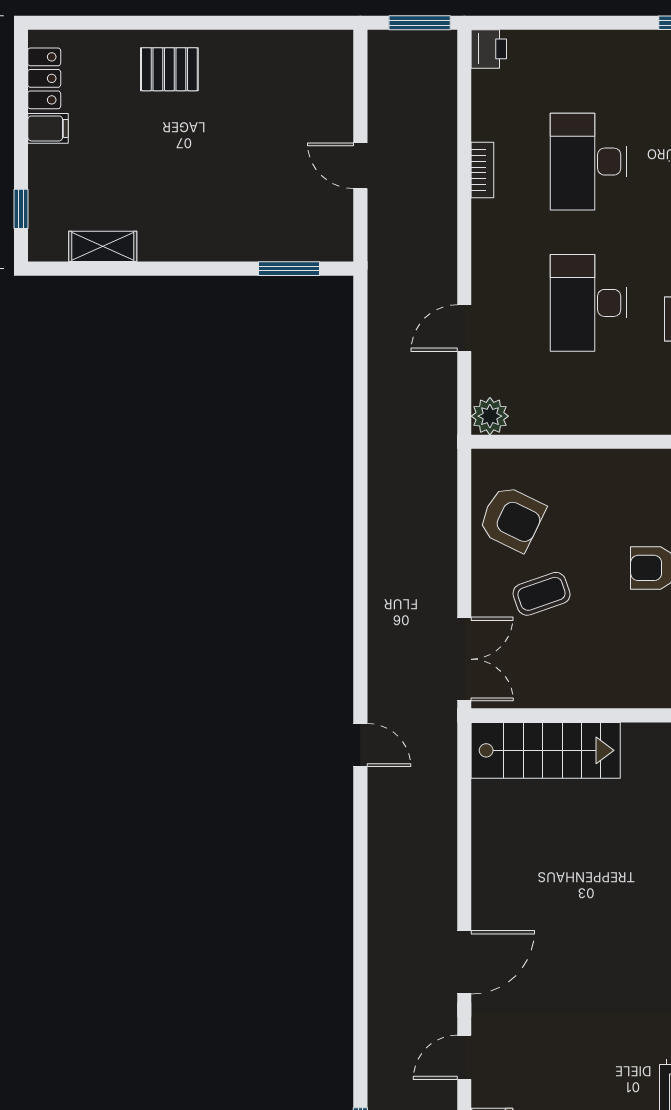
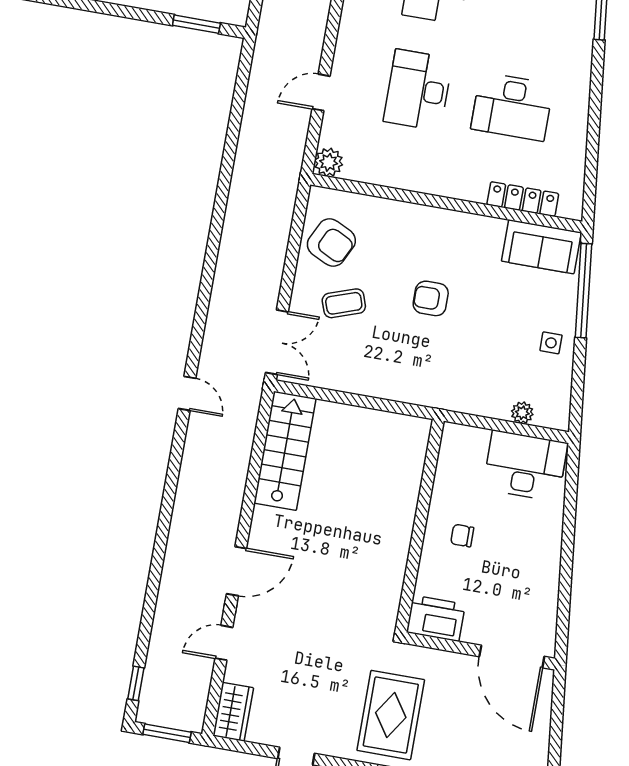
stairs: (546, 750) -> (285, 451), moved, turned -90

